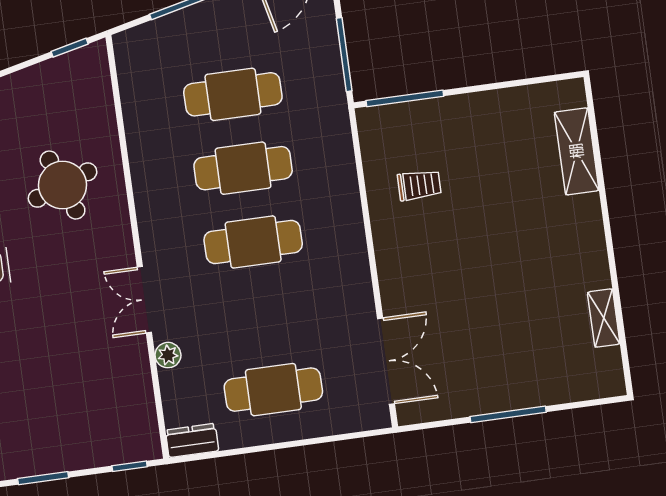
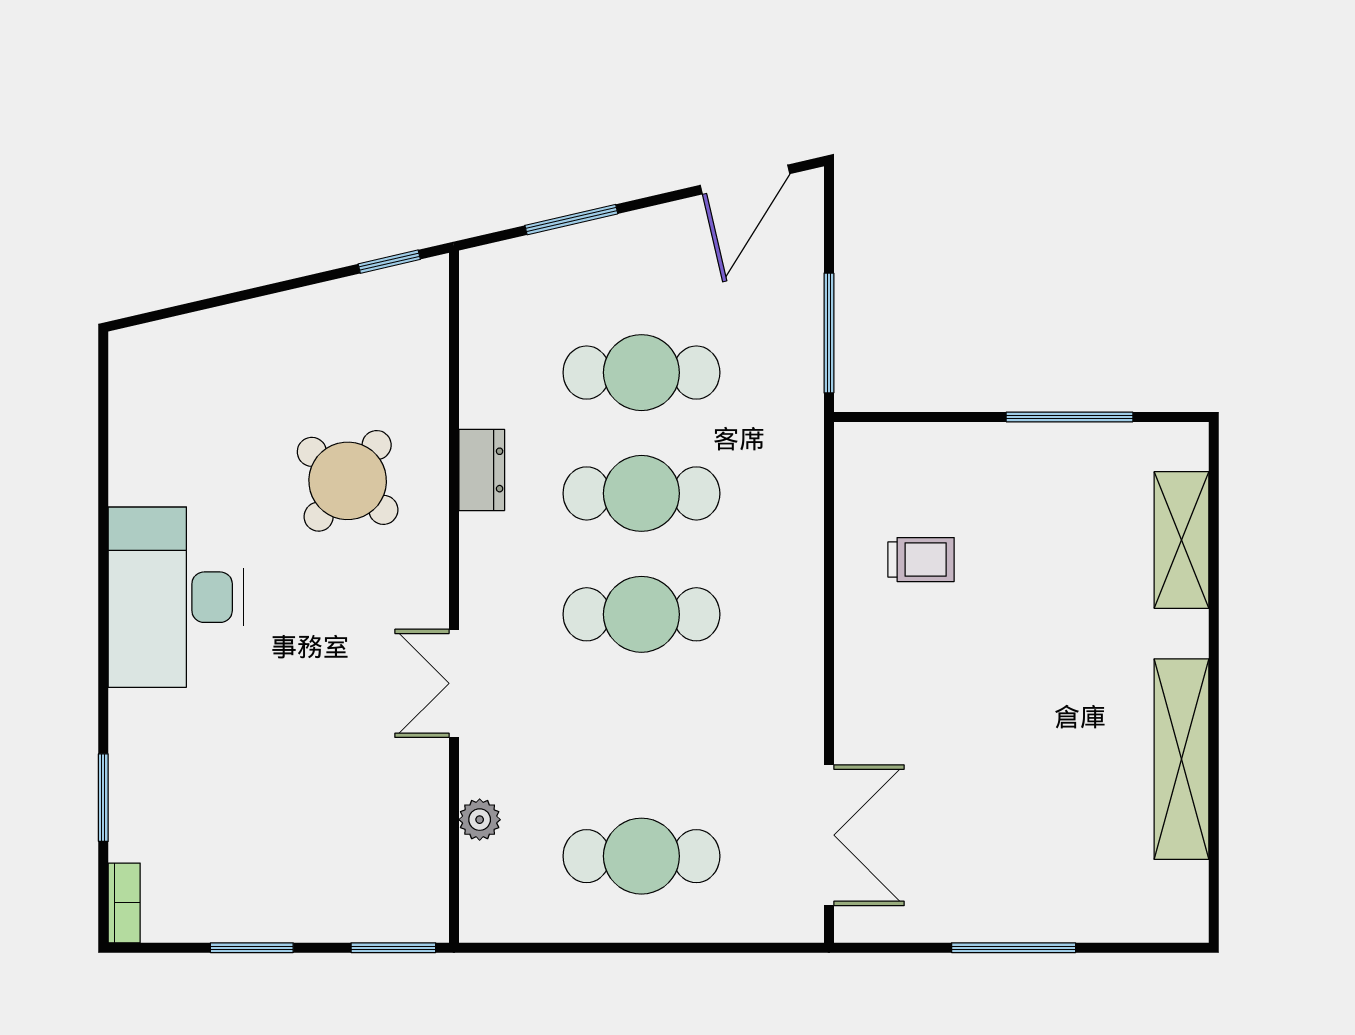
window: (405, 98) -> (1069, 417), moved
round table: (63, 185) -> (348, 481), turned -31
shelving: (604, 318) -> (1181, 759), width x2.20, depth x1.33
plant: (168, 355) -> (480, 820), moved
dresser: (192, 440) -> (482, 470), moved, turned 90
window: (130, 466) -> (393, 948), width x1.50

